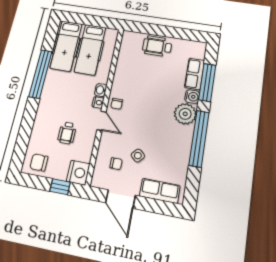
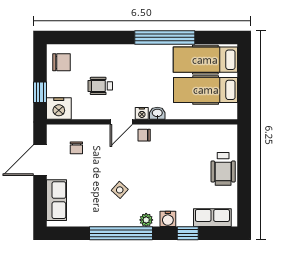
wheelchair: (157, 46) -> (223, 169), turned 180
row of seats: (195, 74) -> (212, 218), moved
window: (207, 82) -> (188, 233), width x0.46
plant: (185, 114) -> (146, 220), width x0.53, depth x0.53
side table: (138, 156) -> (120, 190), moved
chair: (39, 162) -> (61, 62), turned 90

